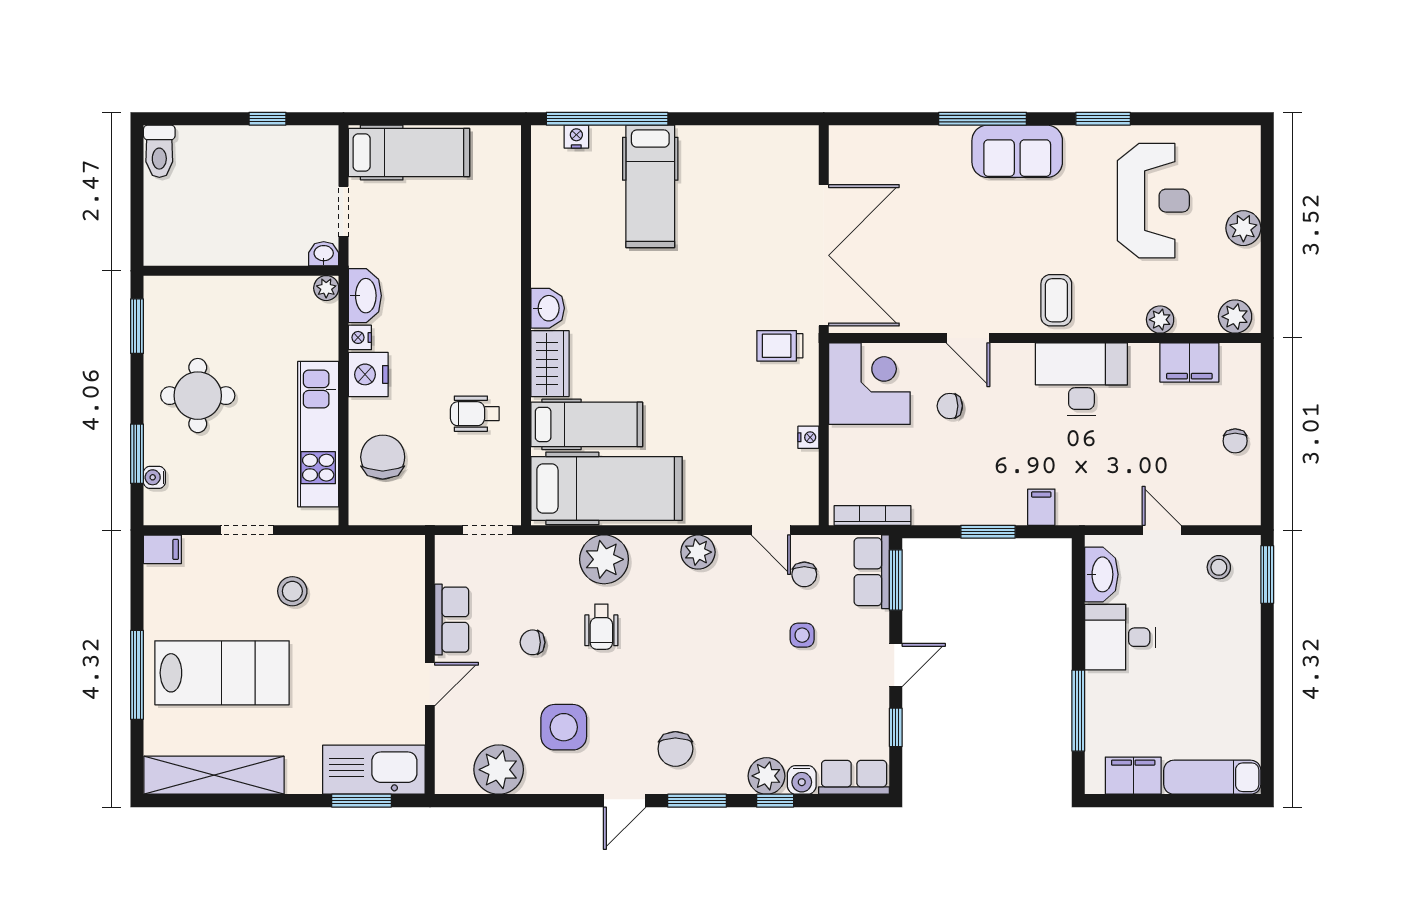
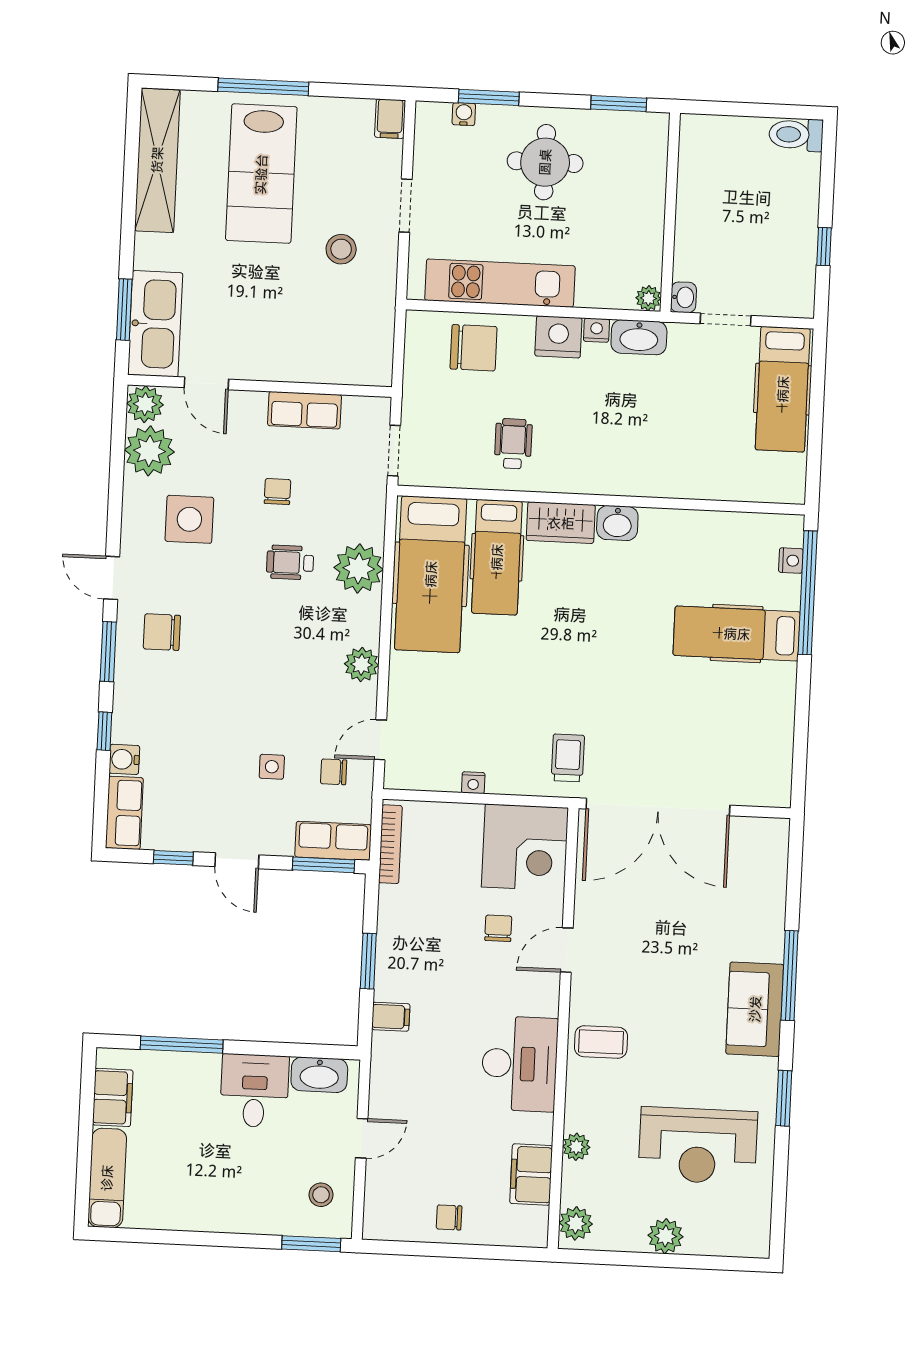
door: (430, 684) -> (206, 383), moved
plant: (767, 776) -> (145, 404), moved

